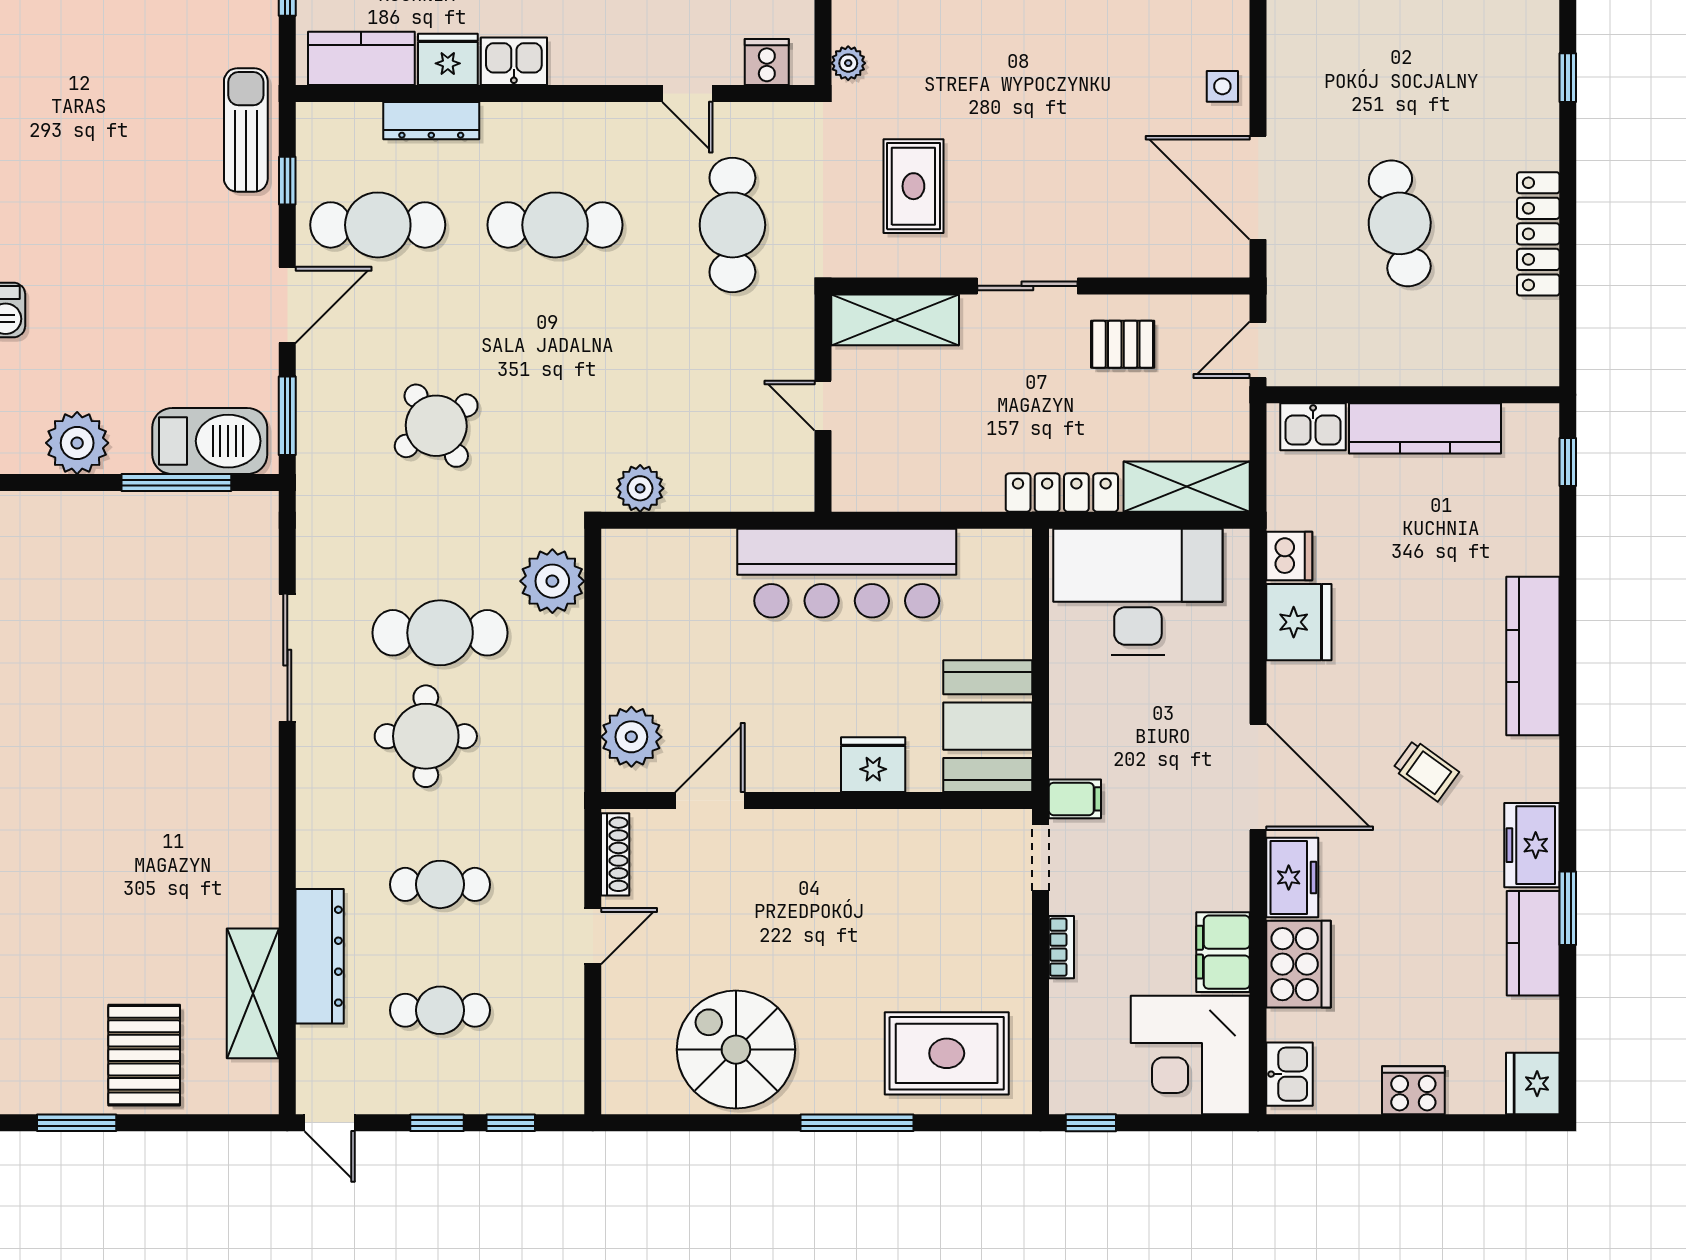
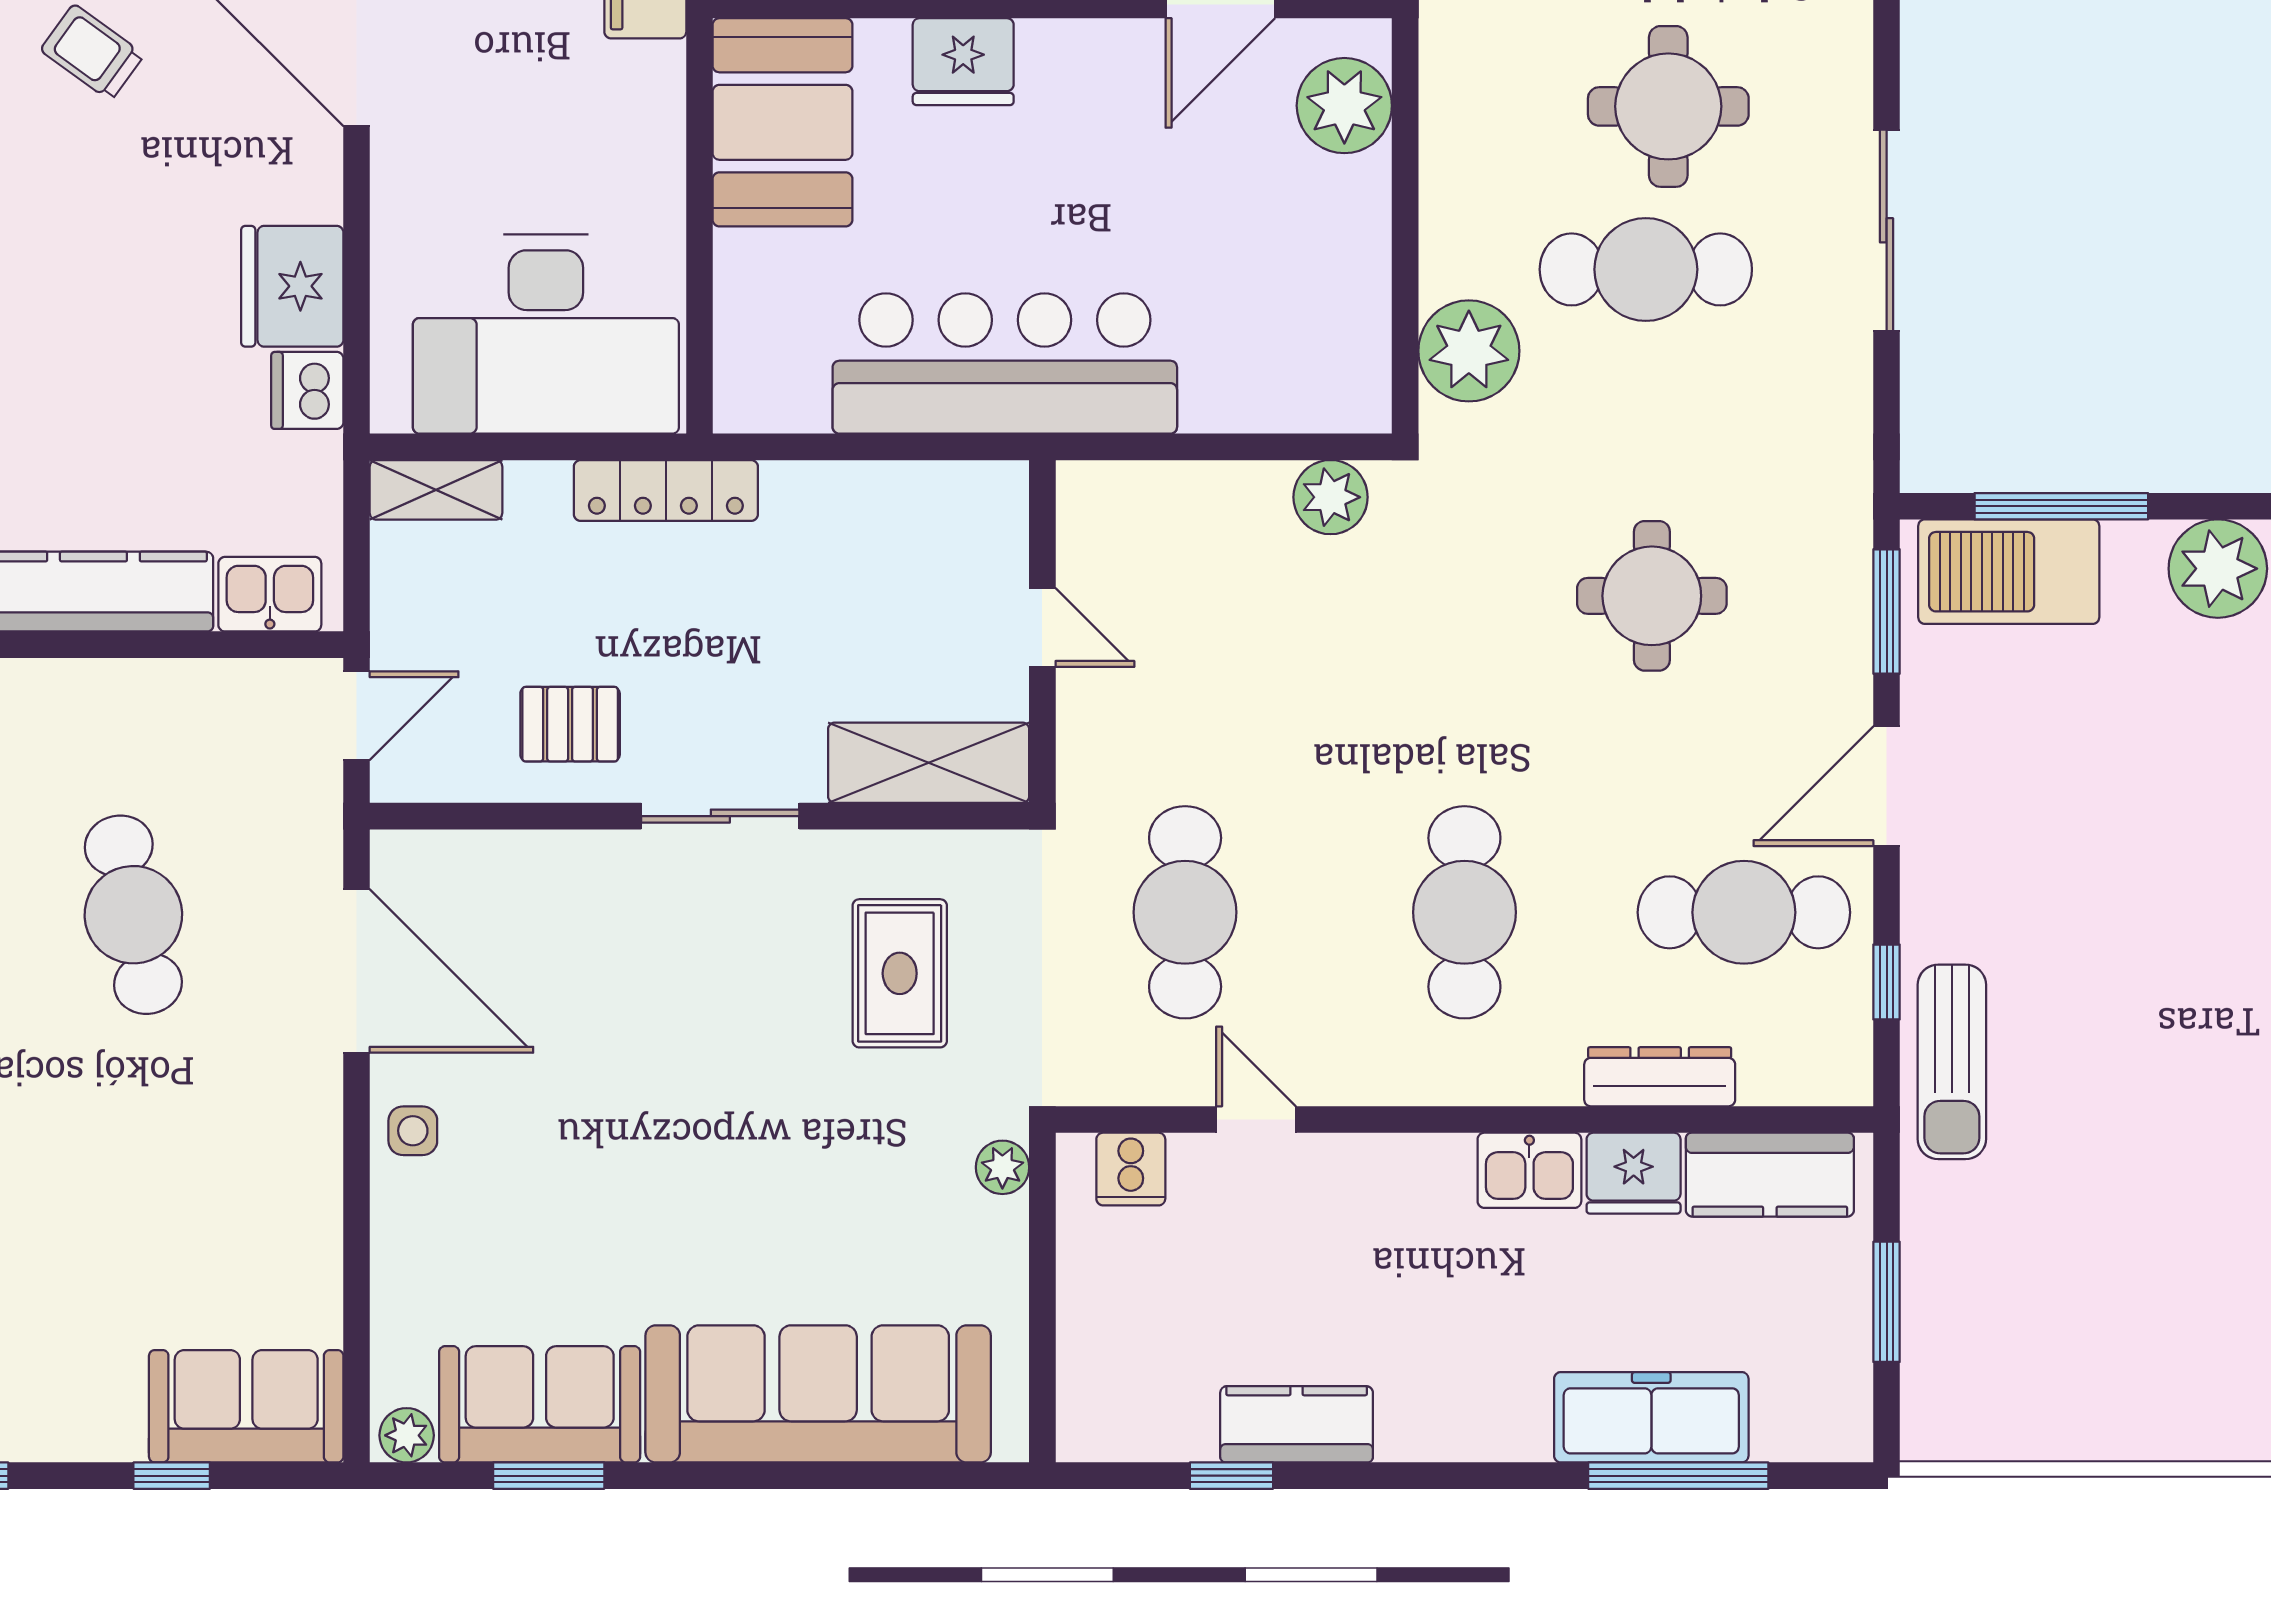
cafe table: (555, 225) -> (1464, 912), turned 90
round table: (436, 426) -> (1652, 596), turned 34
shelving: (1187, 487) -> (436, 490), width x0.67, depth x0.75

